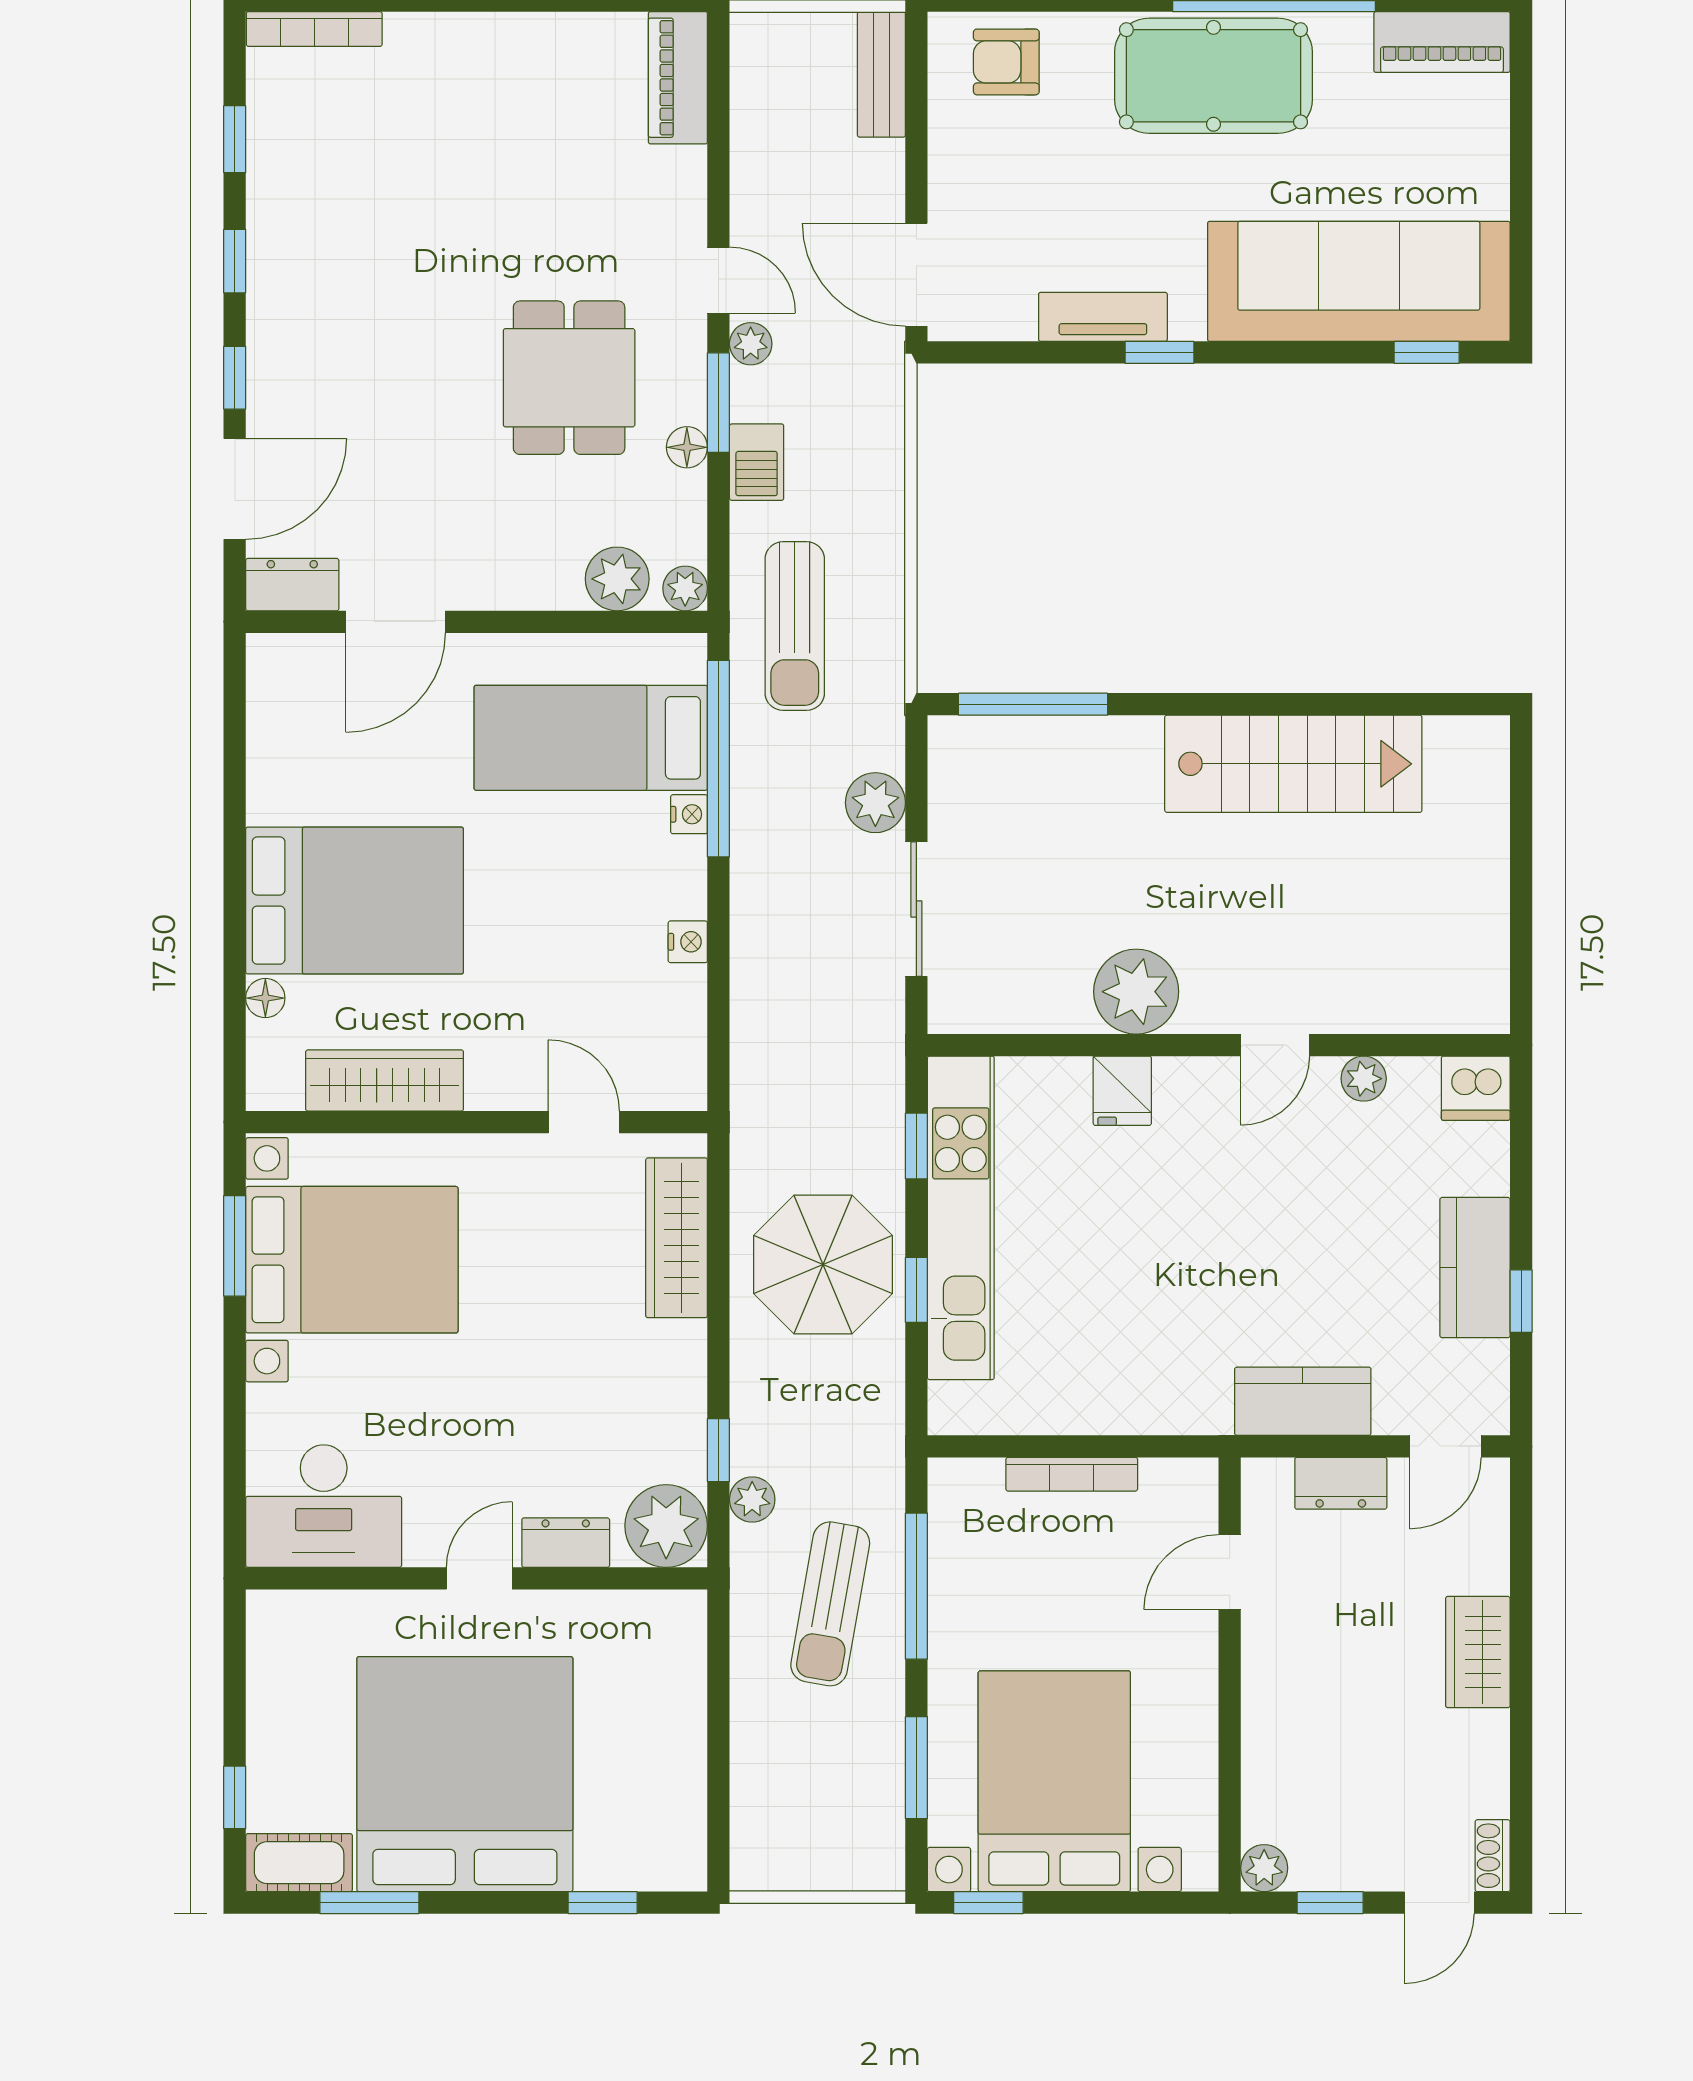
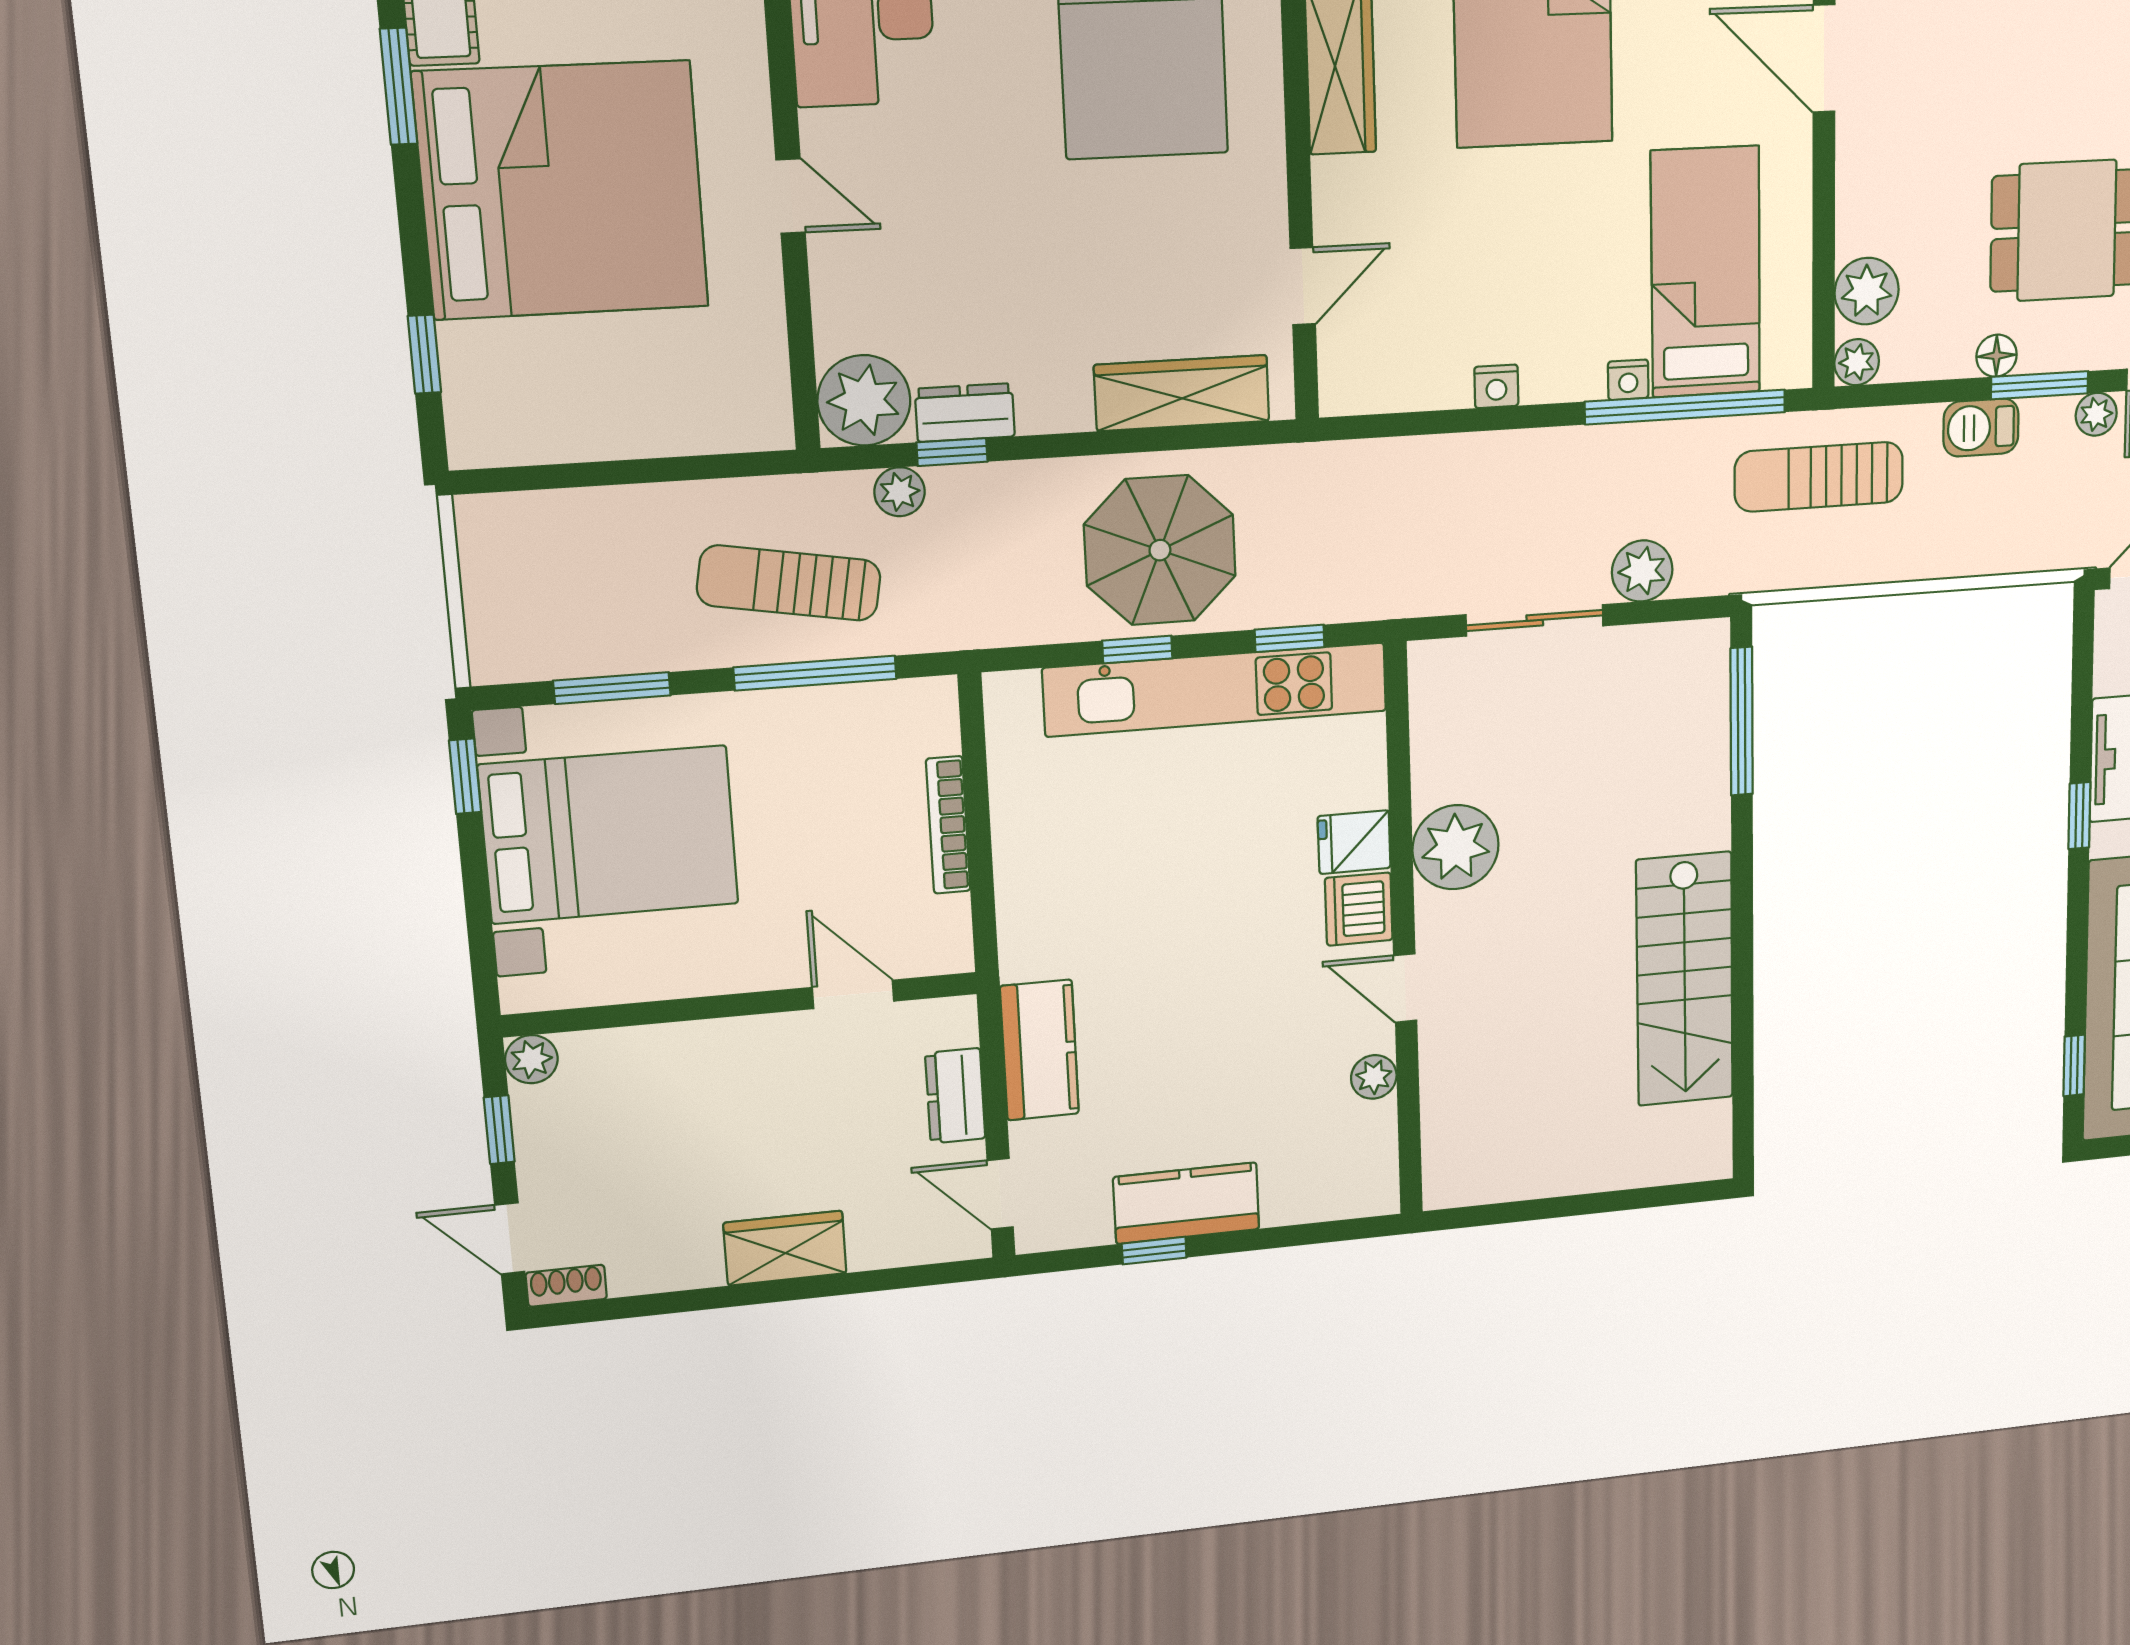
dishwasher: (1476, 1088) -> (1359, 909), moved
dresser: (566, 1543) -> (965, 413), moved, turned -90

